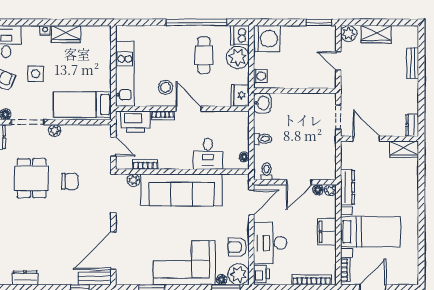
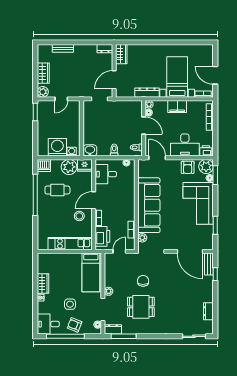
washing machine: (267, 39) -> (57, 147), moved
plant: (238, 57) -> (69, 167), moved
desk: (208, 154) -> (106, 174), moved, turned 180

